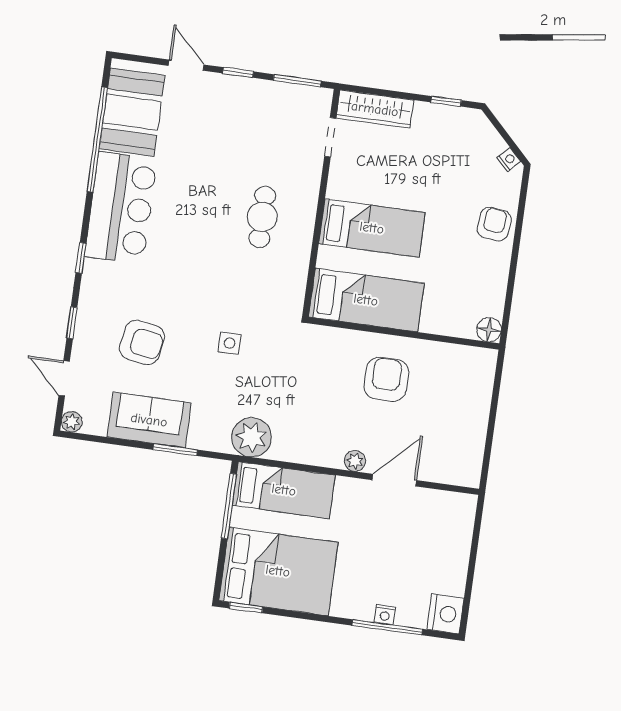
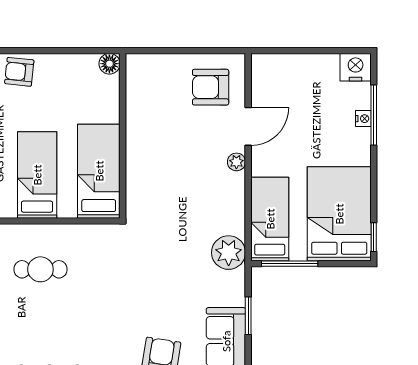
side table: (230, 343) -> (151, 282), removed
armchair: (386, 379) -> (211, 87), moved
door: (394, 480) -> (248, 126), swing flipped

